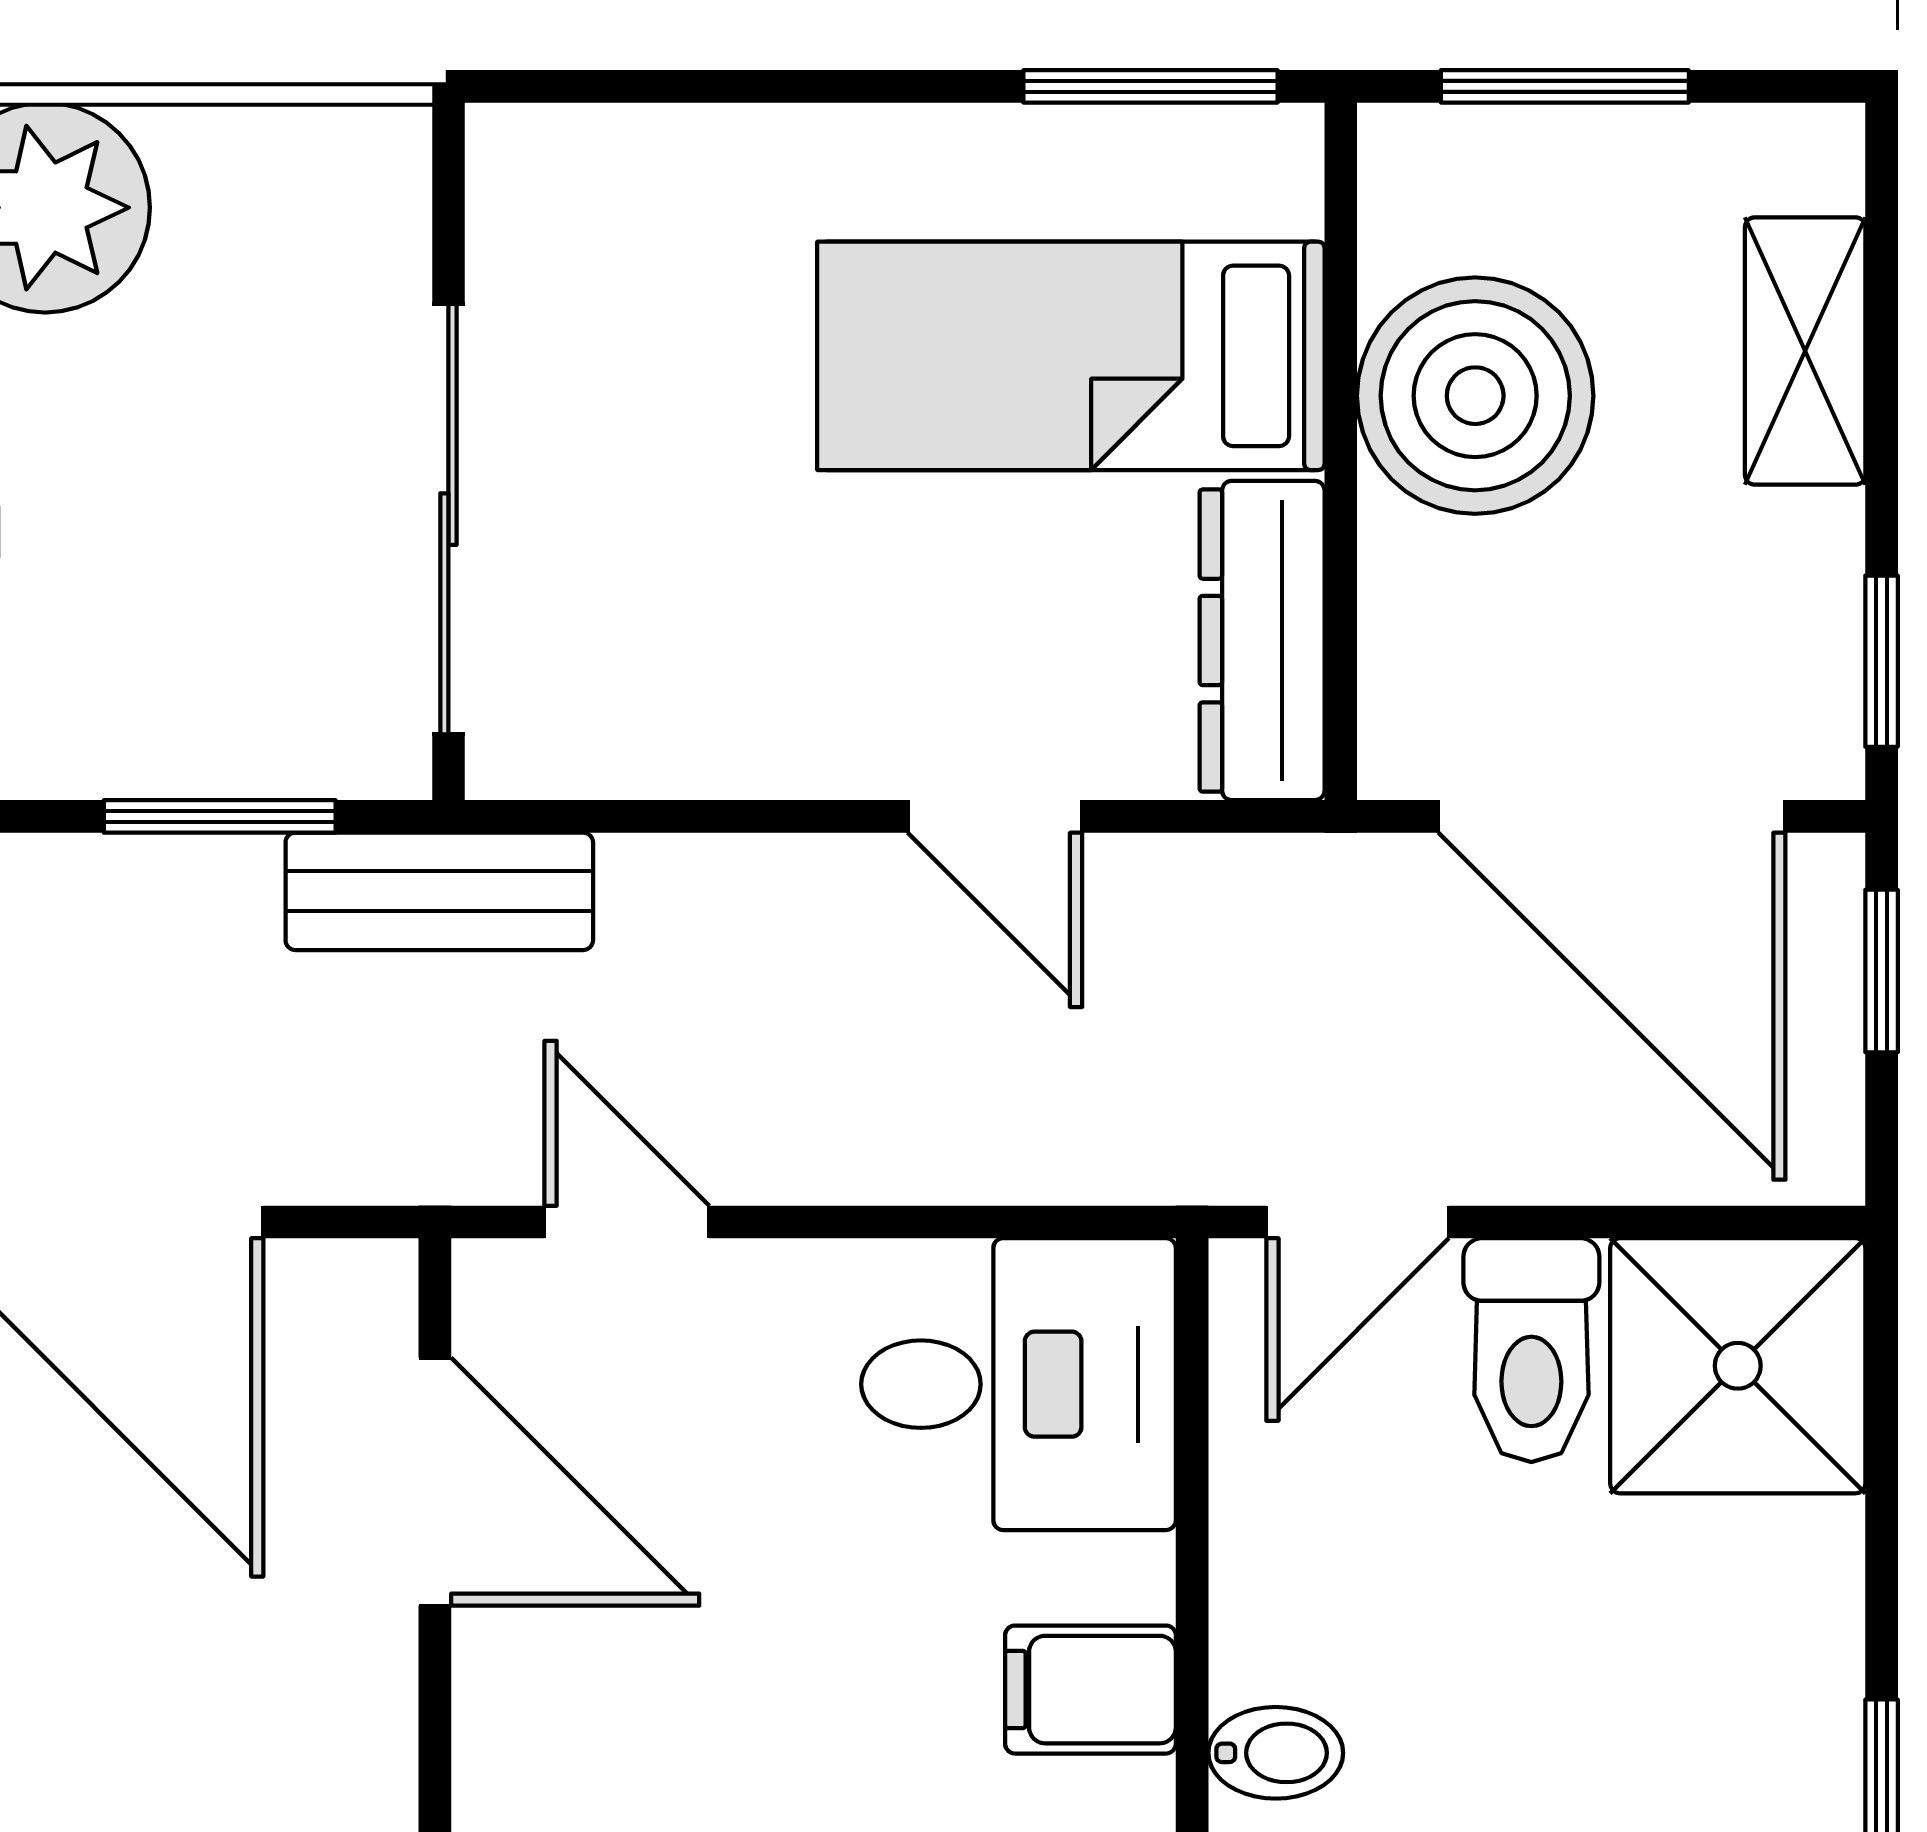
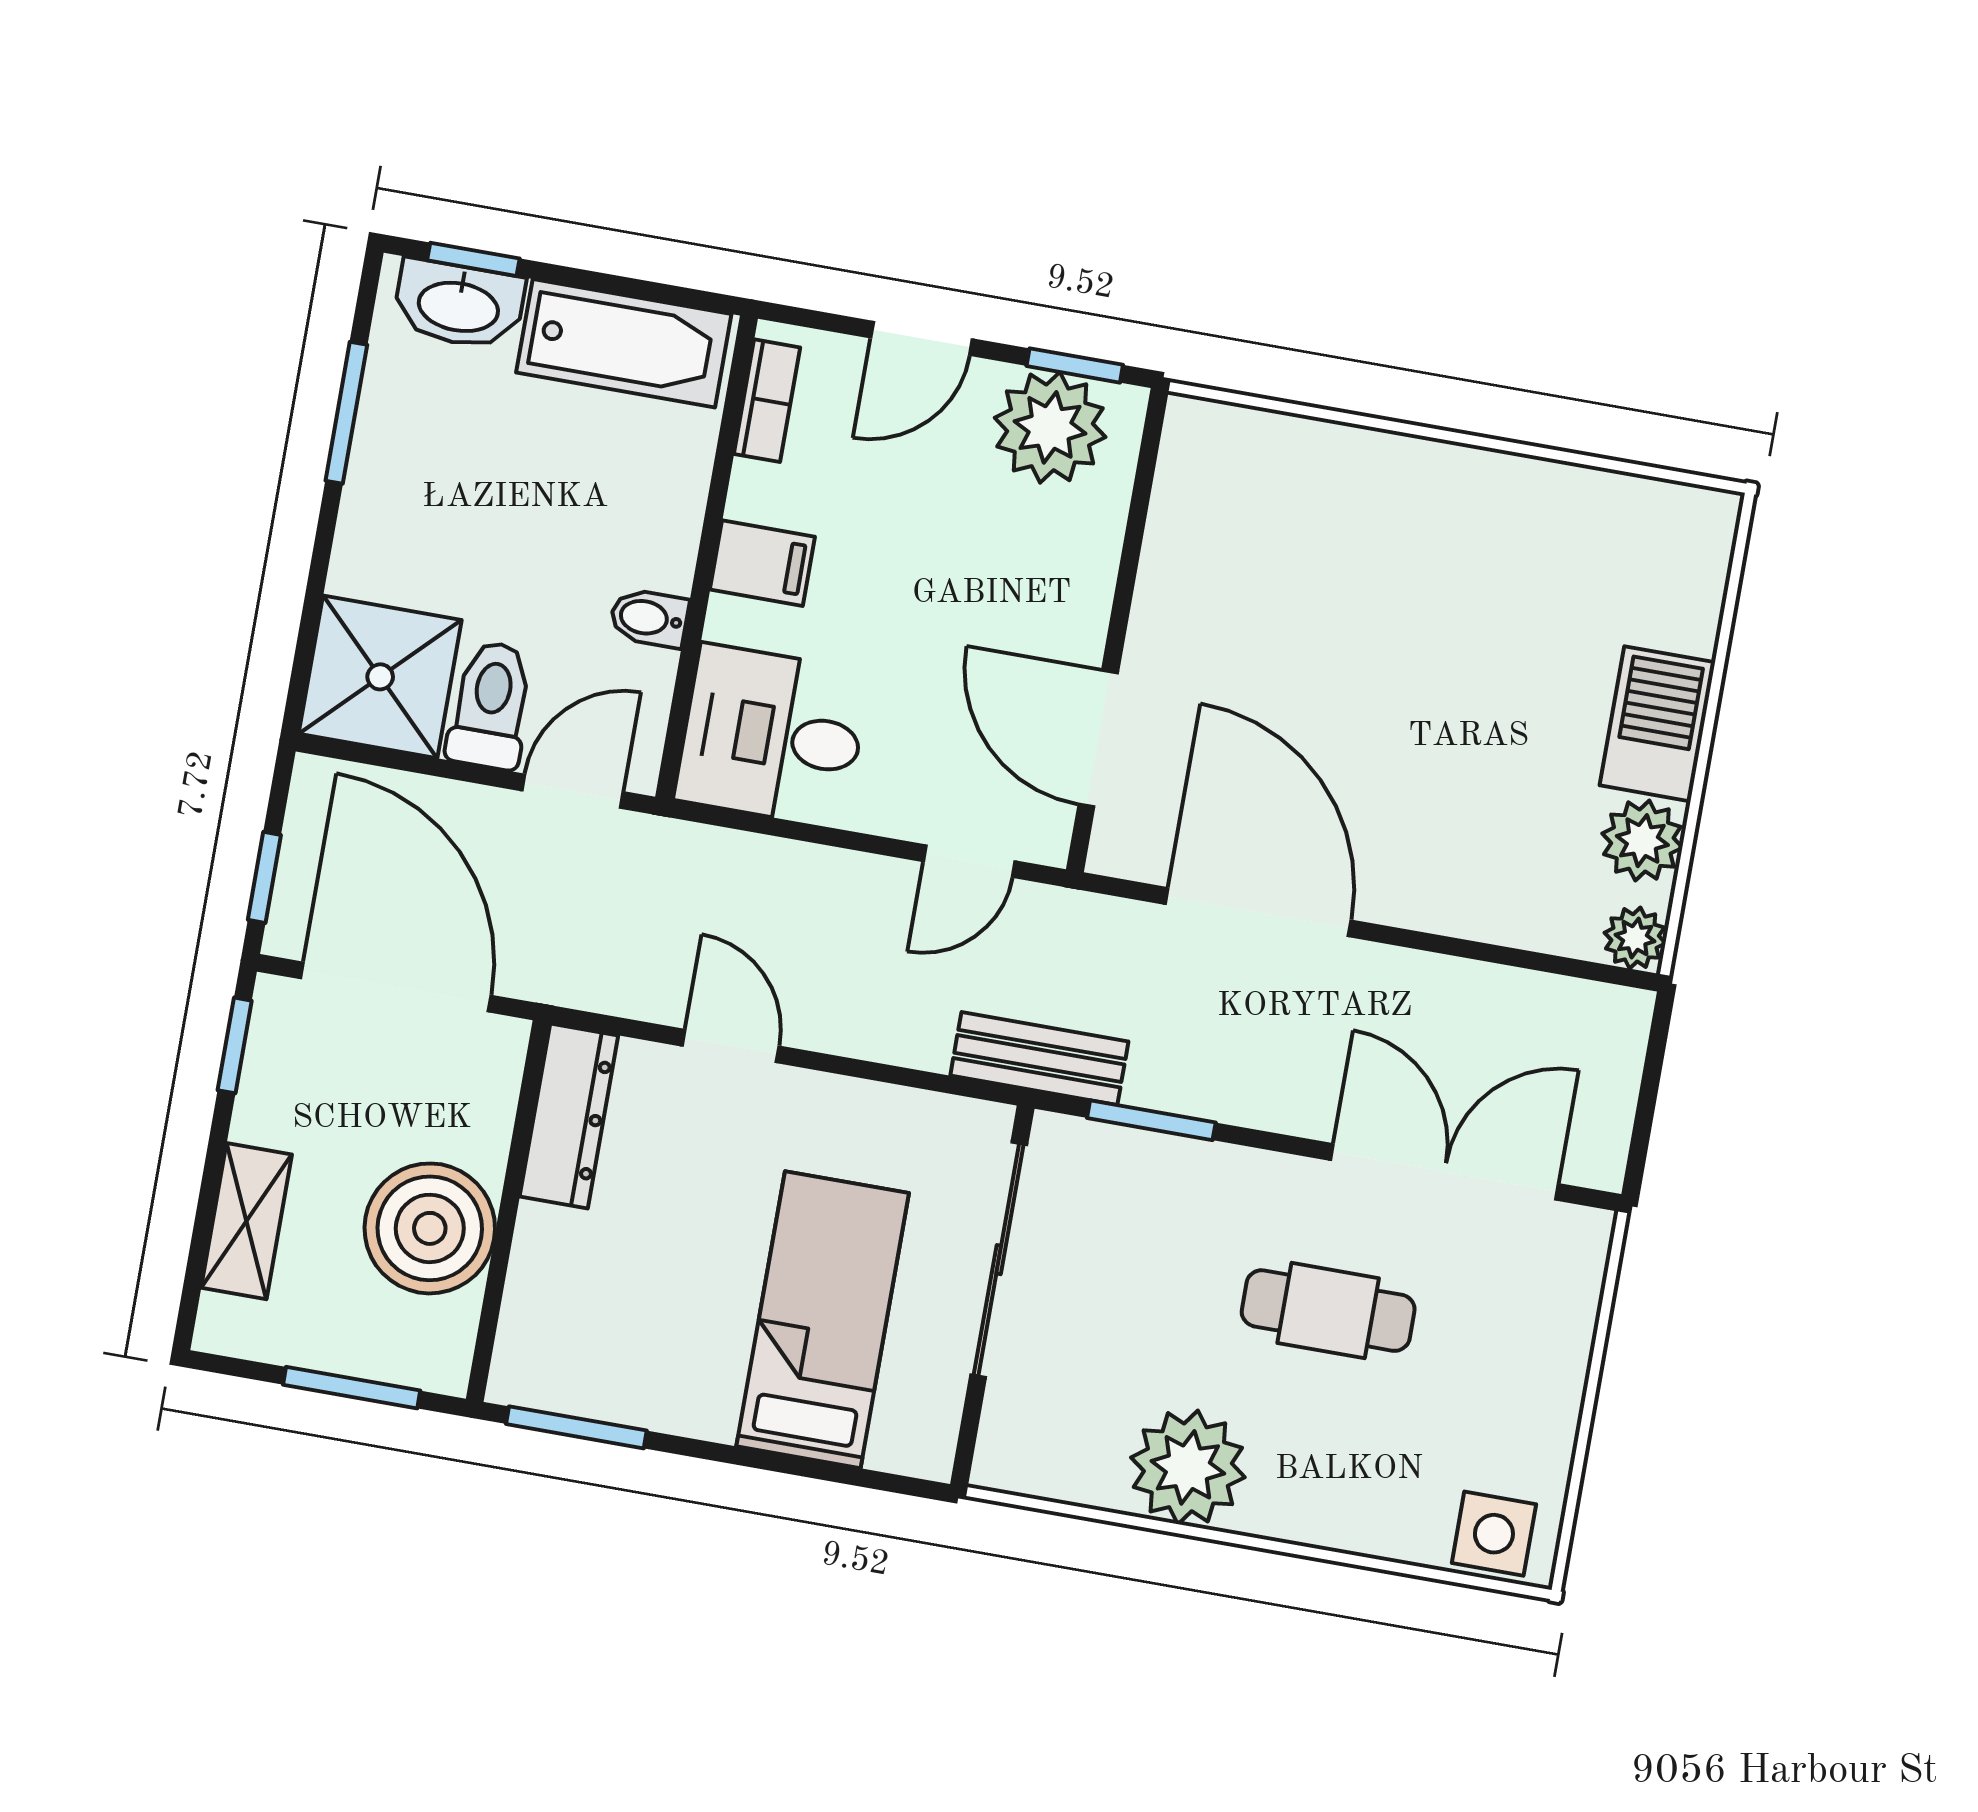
bed: (1071, 356) -> (823, 1320), moved, turned -90
door: (627, 1222) -> (969, 861), hinge flipped
bidet: (1276, 1753) -> (649, 618), moved

